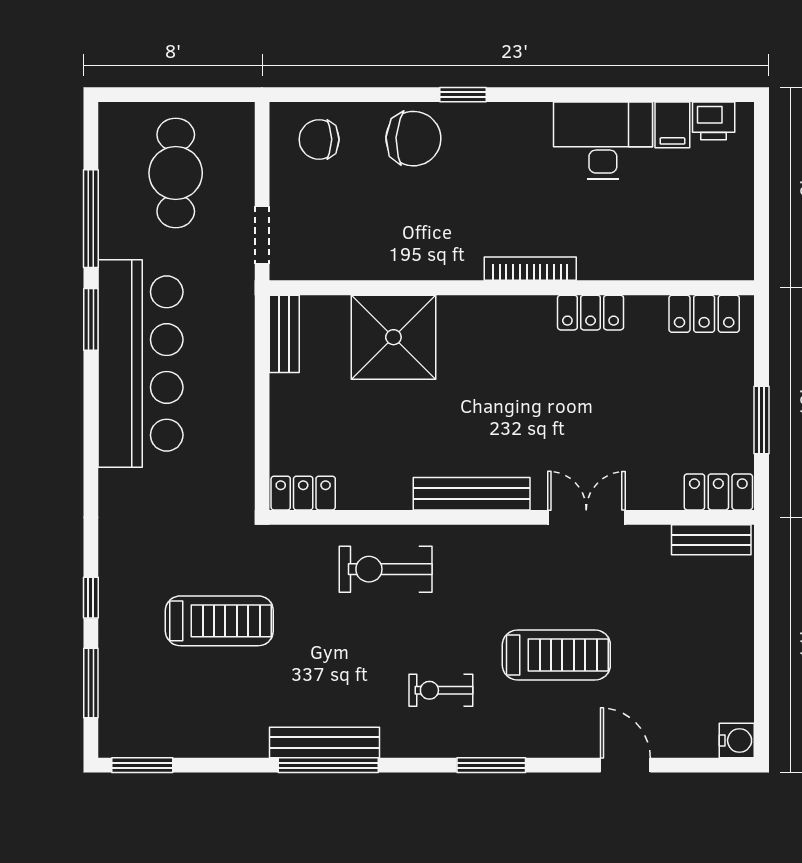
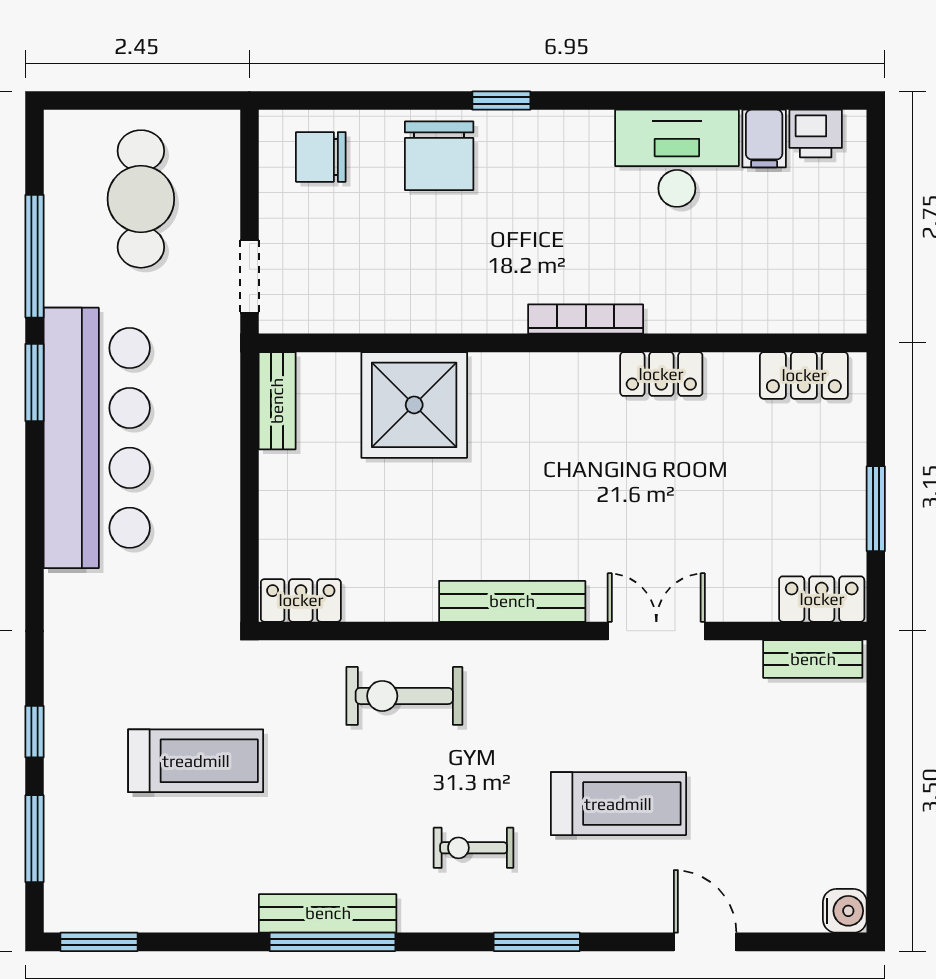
chair: (413, 139) -> (439, 156), turned 87

